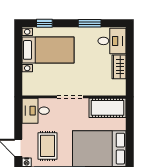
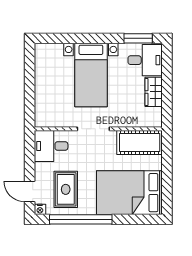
window: (44, 23) -> (62, 38), removed
window: (90, 23) -> (138, 38), moved
bed with nightstands: (48, 50) -> (91, 75), moved, turned 90

